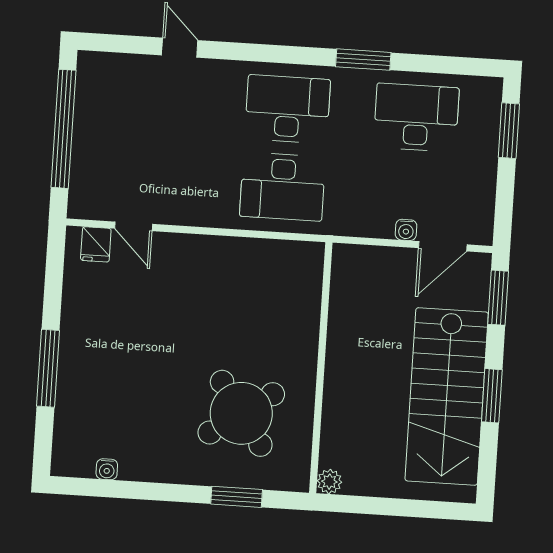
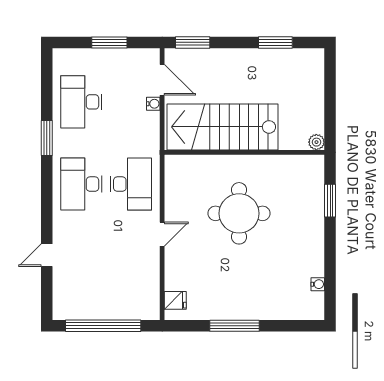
window: (509, 131) -> (109, 42), moved
door: (134, 226) -> (162, 234), moved
window: (48, 368) -> (235, 326), moved
stairs: (447, 396) -> (222, 127), moved, turned 180
window: (492, 396) -> (275, 42), moved
round table: (241, 413) -> (239, 213), moved, turned 35

